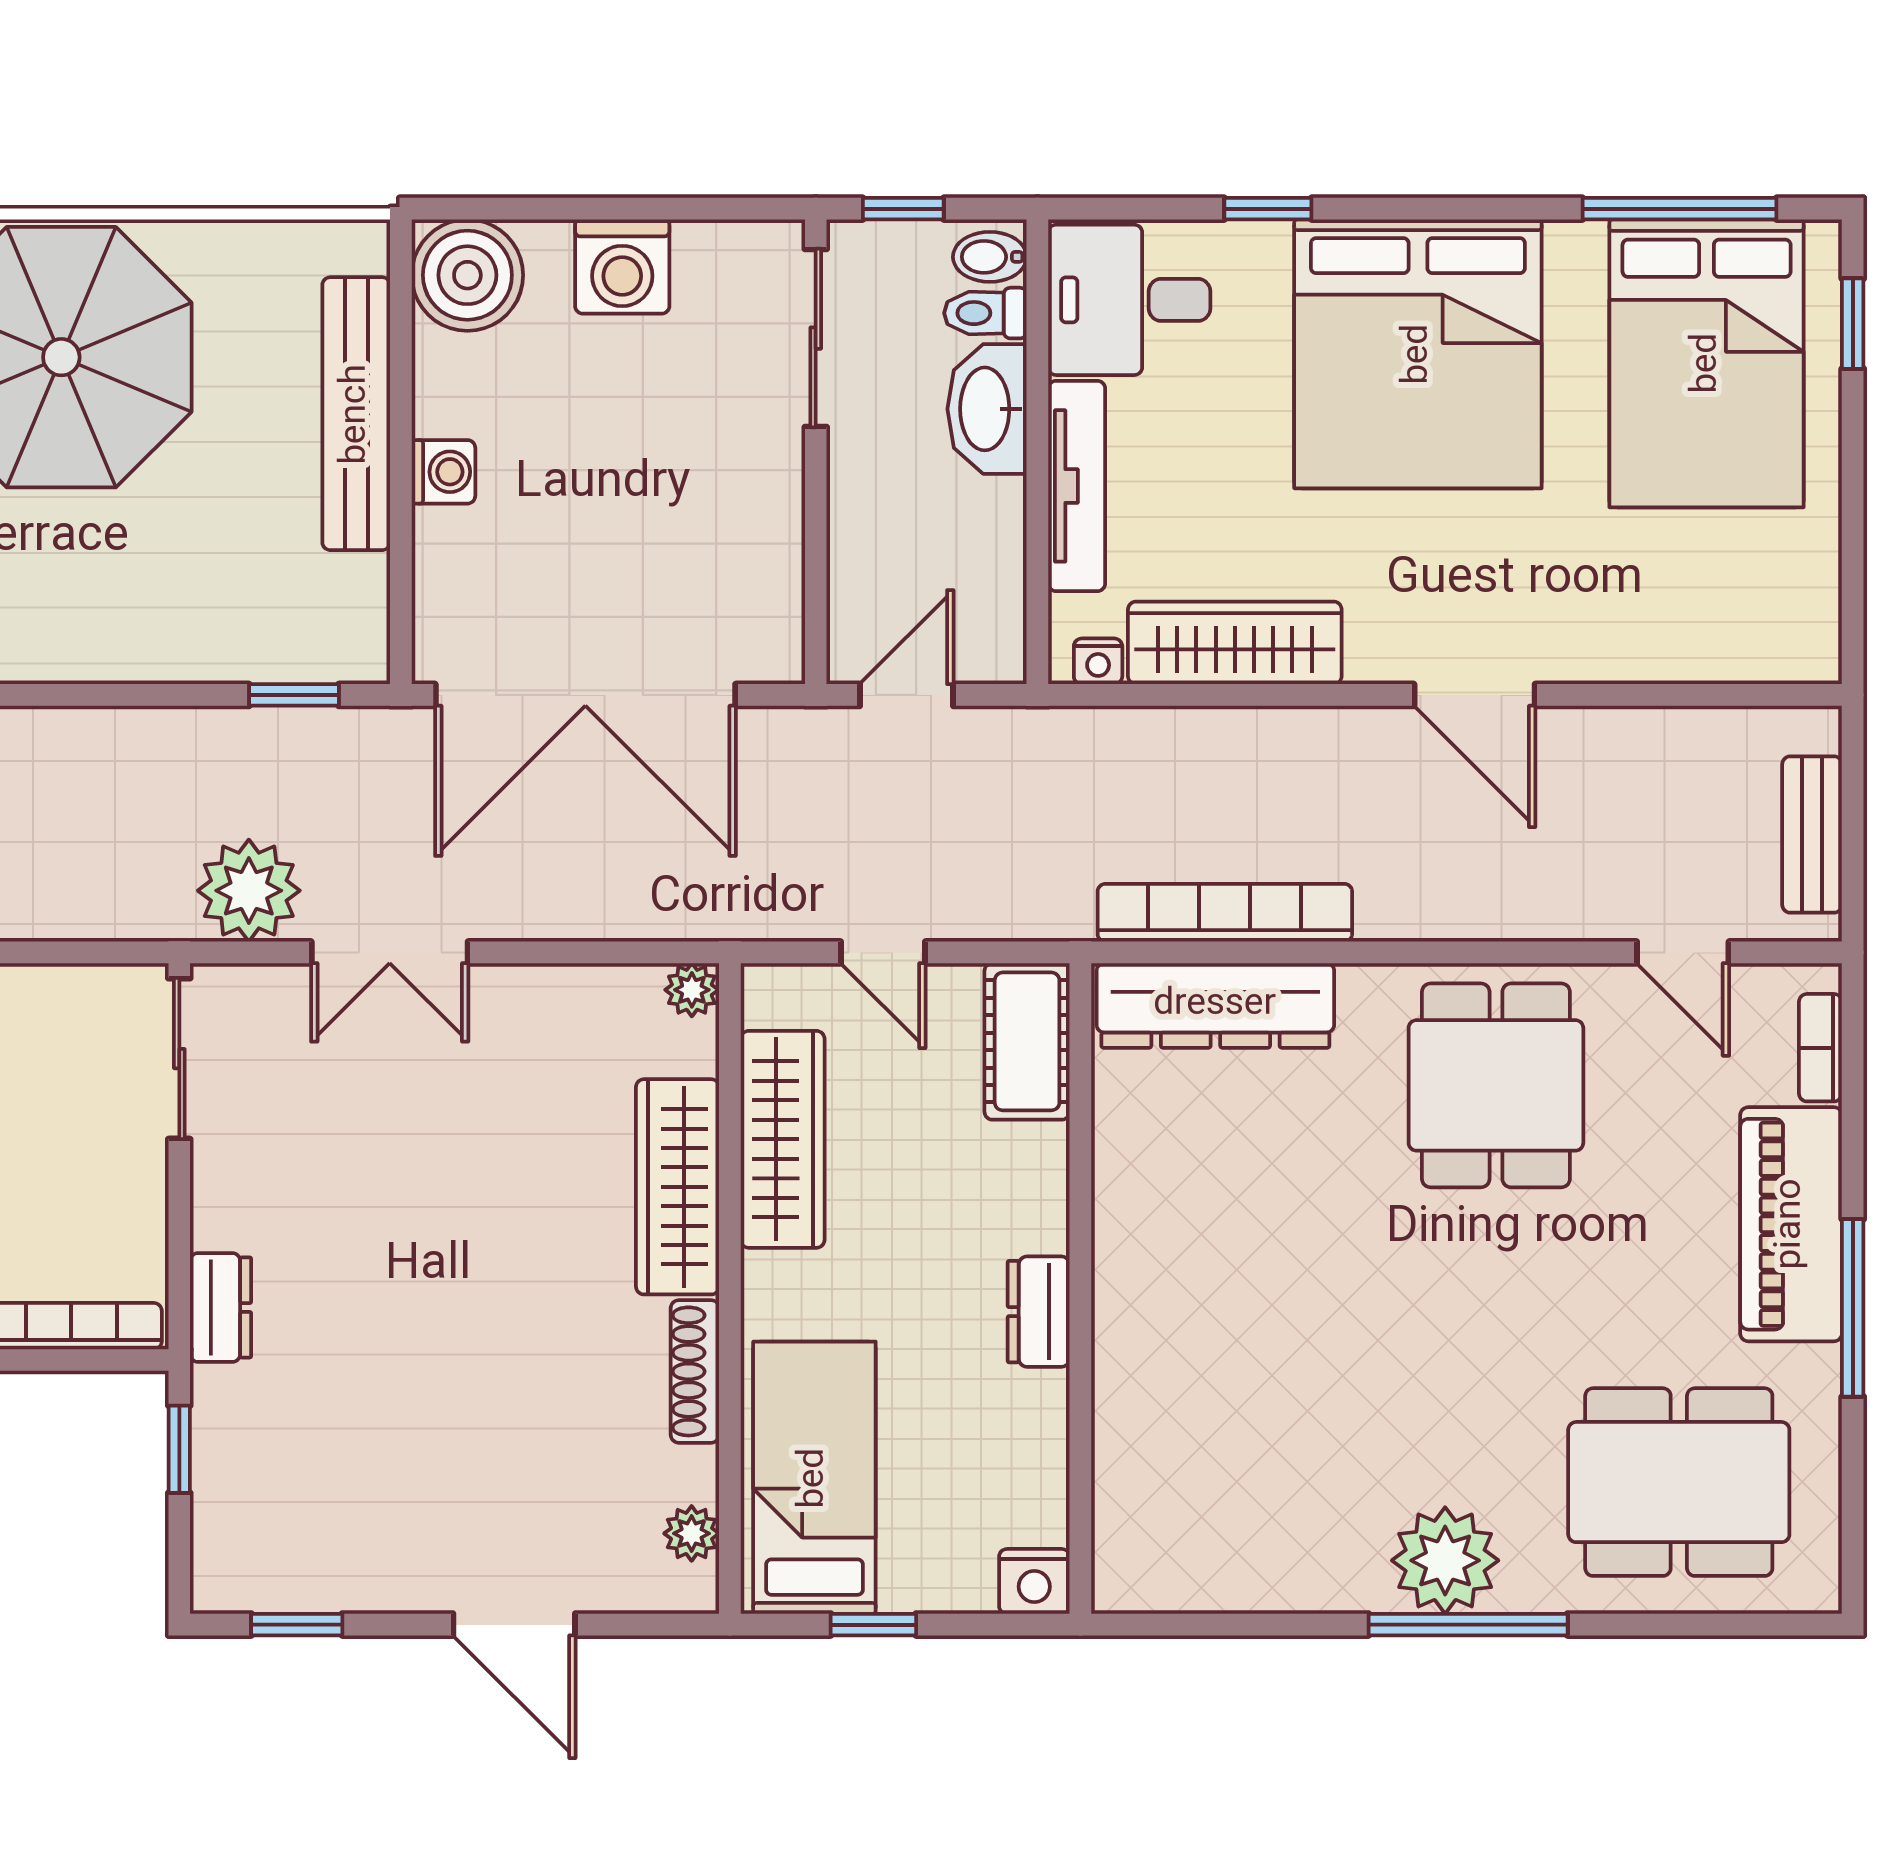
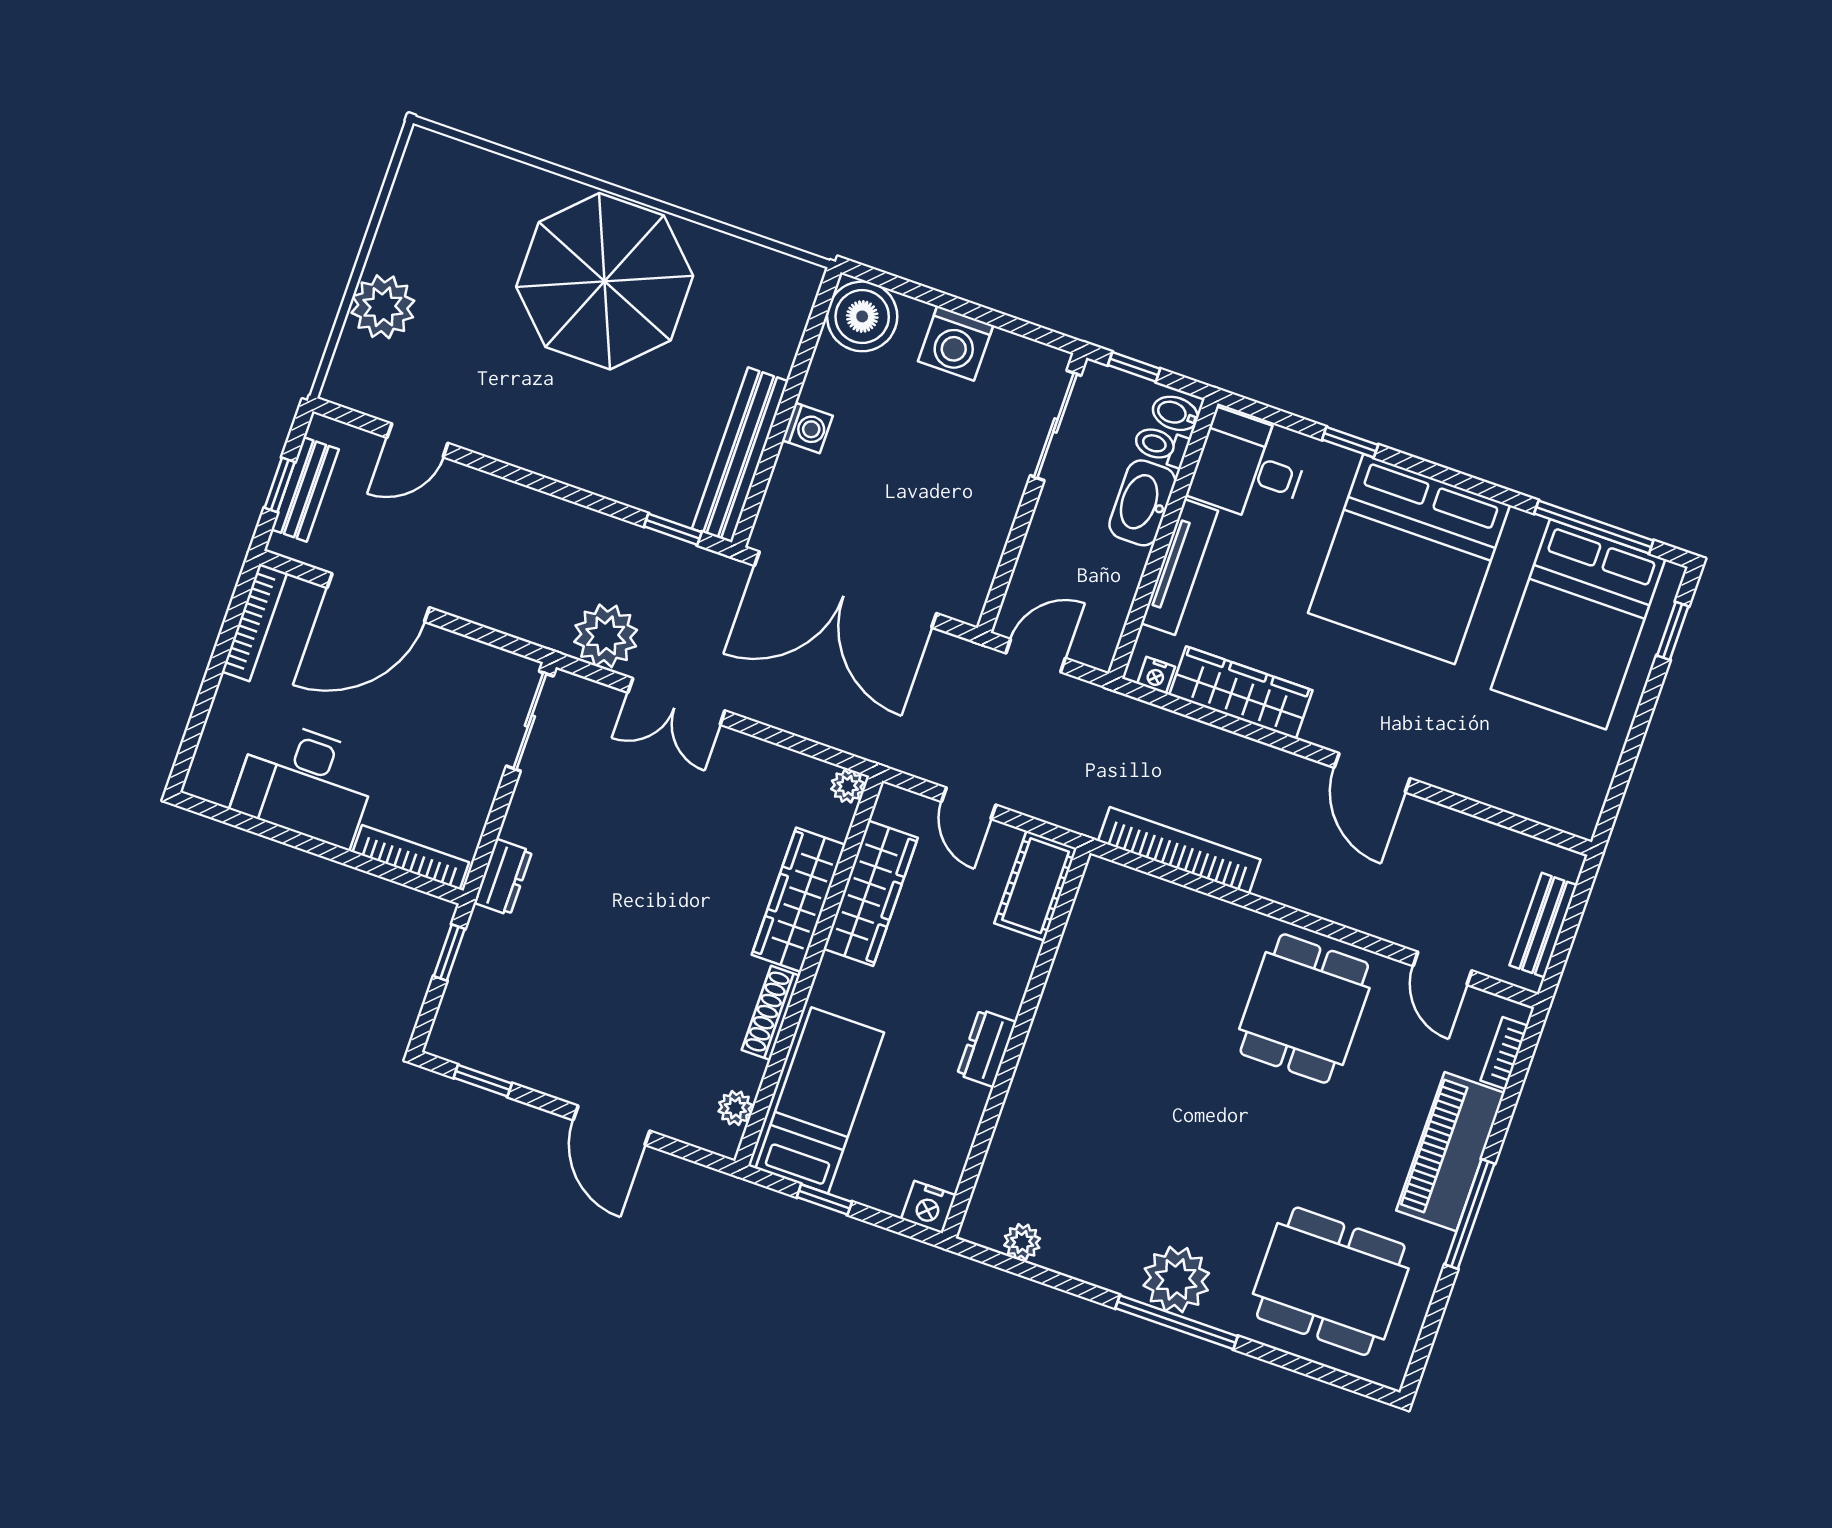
bench: (356, 414) -> (740, 455), moved
dresser: (1215, 1005) -> (1155, 903), removed
plant: (1193, 1585) -> (1022, 1242), added

